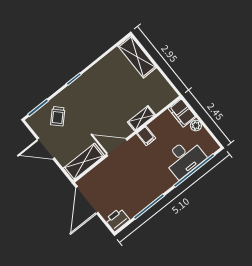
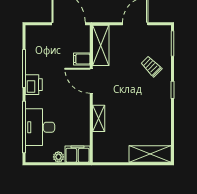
trolley: (58, 116) -> (151, 66), moved
filing cabinet: (146, 136) -> (82, 59), moved
door: (117, 147) -> (91, 81), swing flipped
printer: (117, 220) -> (34, 85), moved

